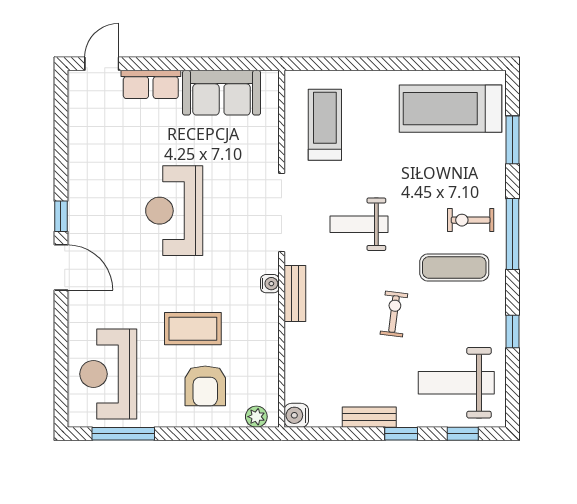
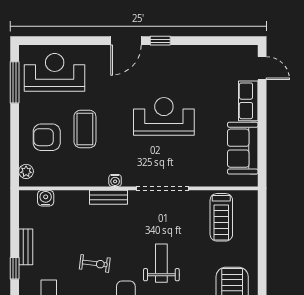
treadmill: (325, 125) -> (221, 217), turned 90
weight bench: (359, 224) -> (161, 263), moved
water cooler: (296, 415) -> (46, 198), moved

